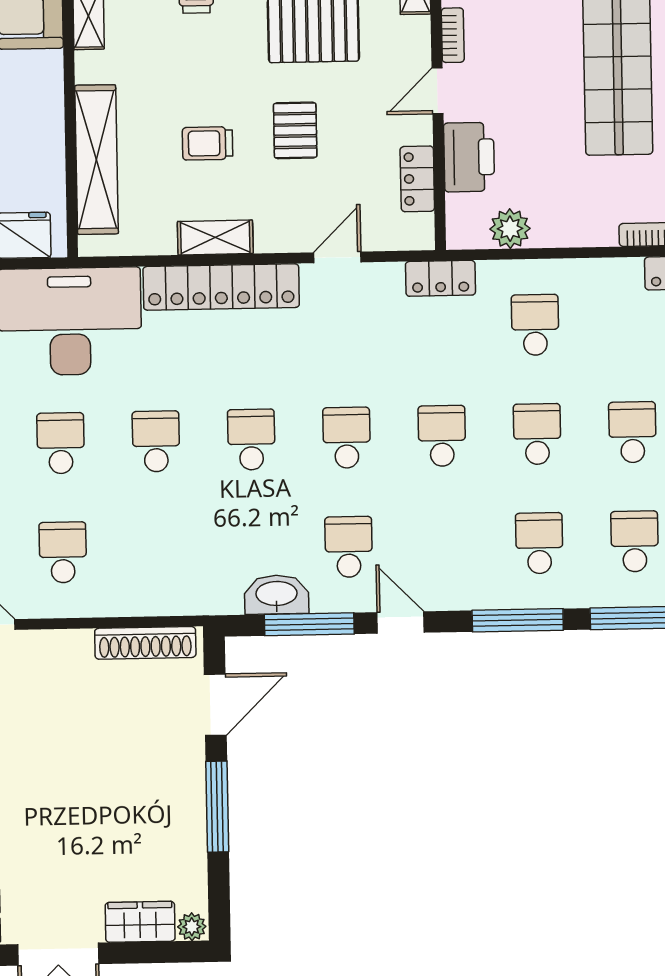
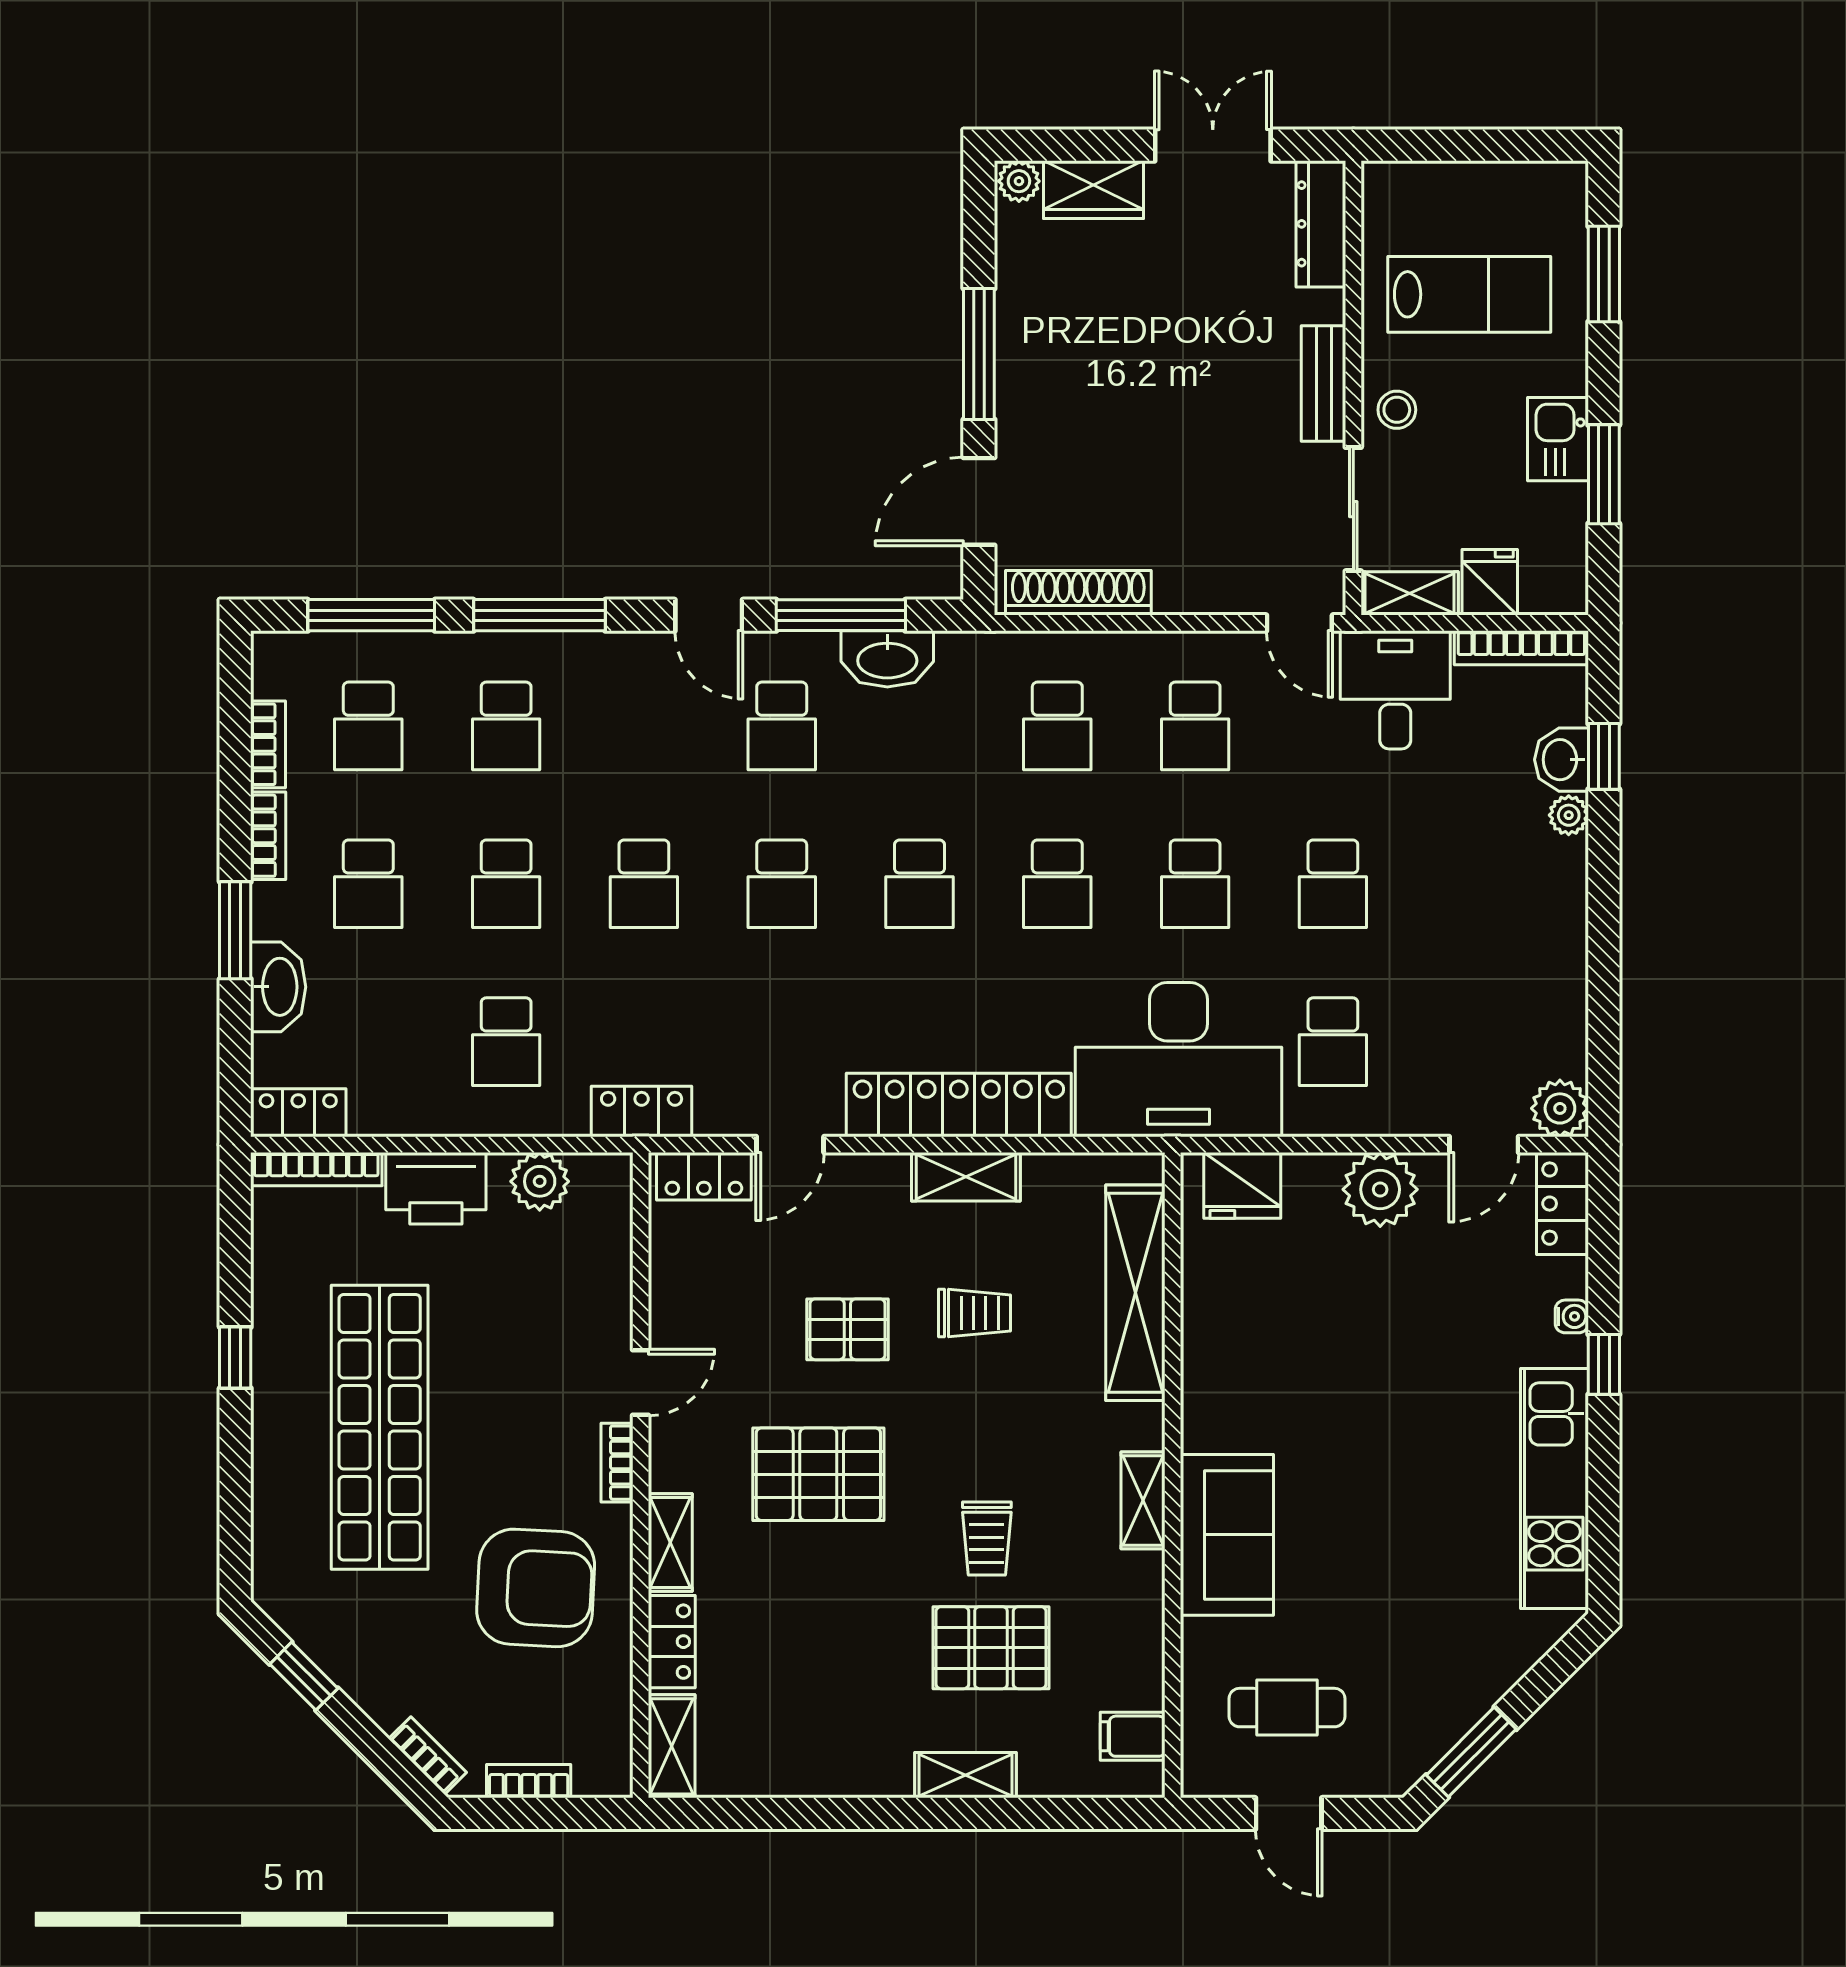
pallet: (295, 130) -> (847, 1329), turned 90
printer: (469, 157) -> (436, 1188), moved, turned -90
locker: (417, 179) -> (704, 1176), moved, turned 90
school desk: (158, 551) -> (1057, 726), added

